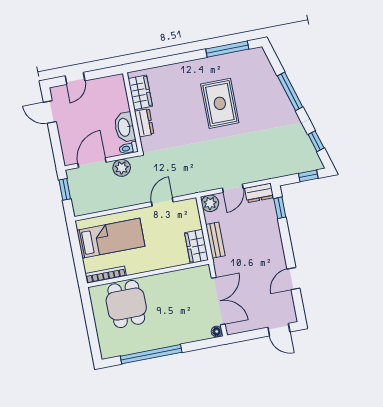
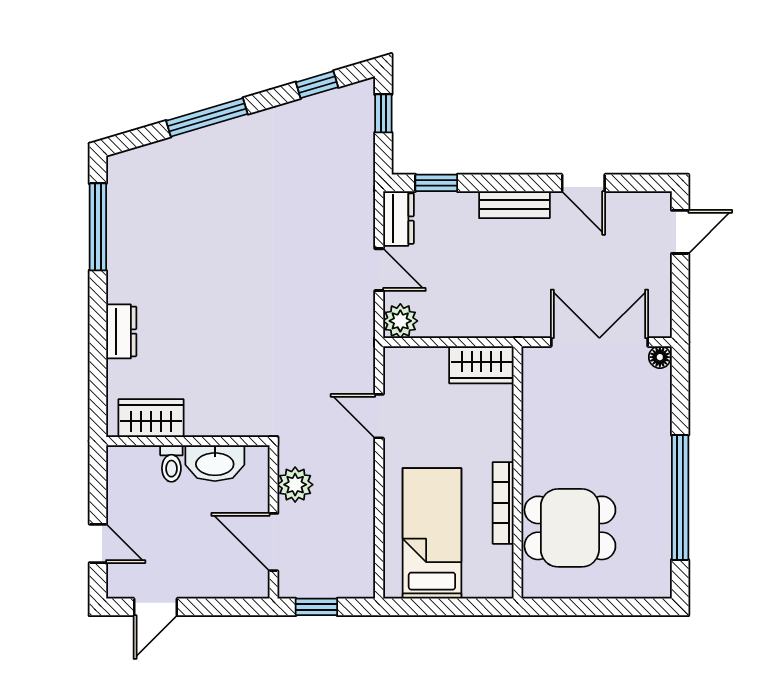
rug: (220, 103) -> (204, 263), removed
dresser: (144, 123) -> (121, 331), moved, turned 90
toilet: (128, 148) -> (171, 463), moved
bench: (215, 240) -> (514, 205), moved
bookcase: (106, 275) -> (503, 503), moved

